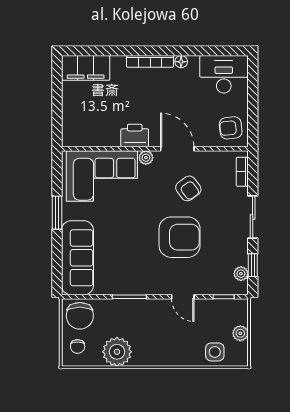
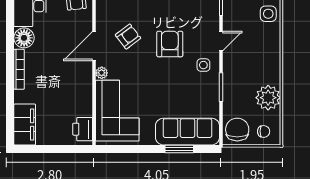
floor lamp: (181, 62) -> (24, 38), width x1.89, depth x1.89
printer: (135, 136) -> (83, 129), moved
window: (57, 213) -> (179, 149), moved
armchair: (180, 237) -> (170, 44), width x0.73, depth x0.73
side table: (155, 276) -> (203, 65), added
chair: (80, 316) -> (237, 130), turned -90

